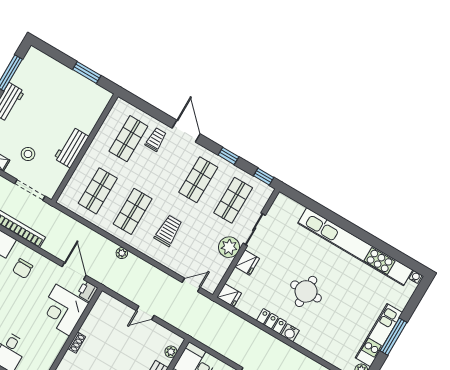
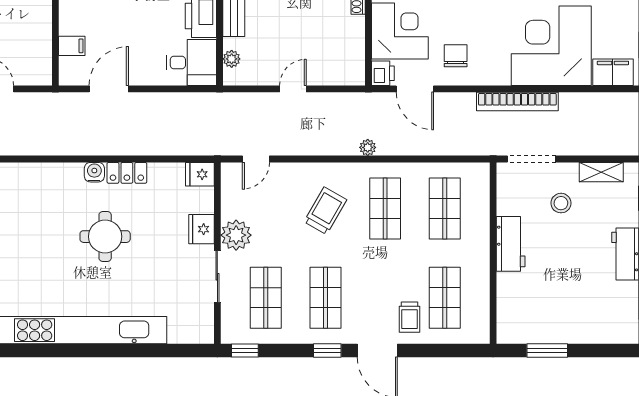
window: (228, 156) -> (327, 351), moved
trolley: (168, 231) -> (325, 211), turned -150
chair: (23, 269) -> (456, 56), moved

